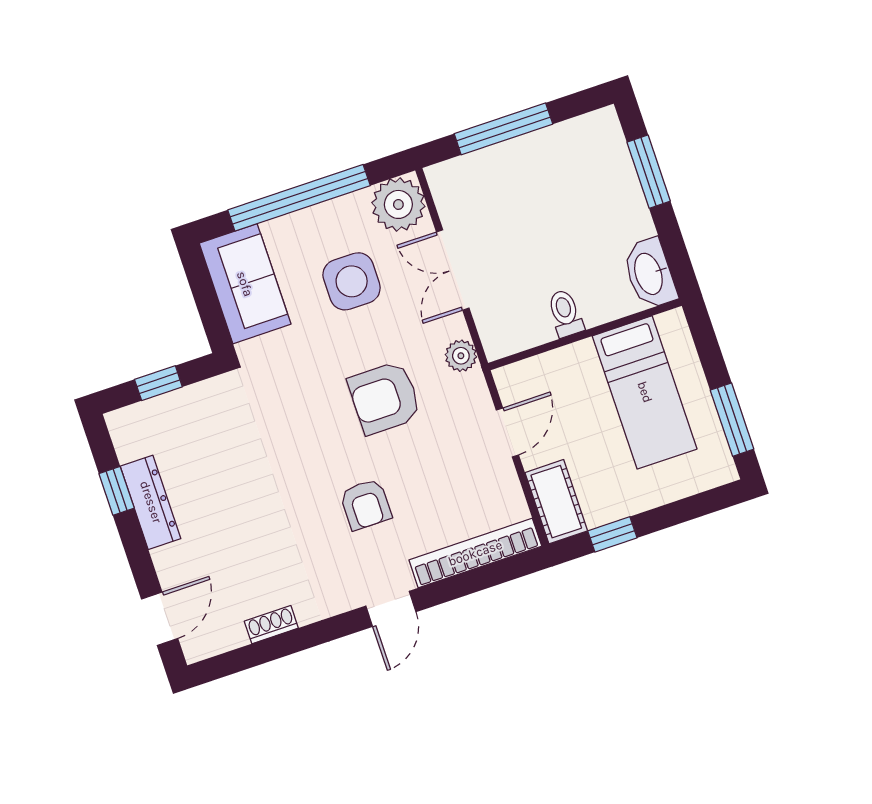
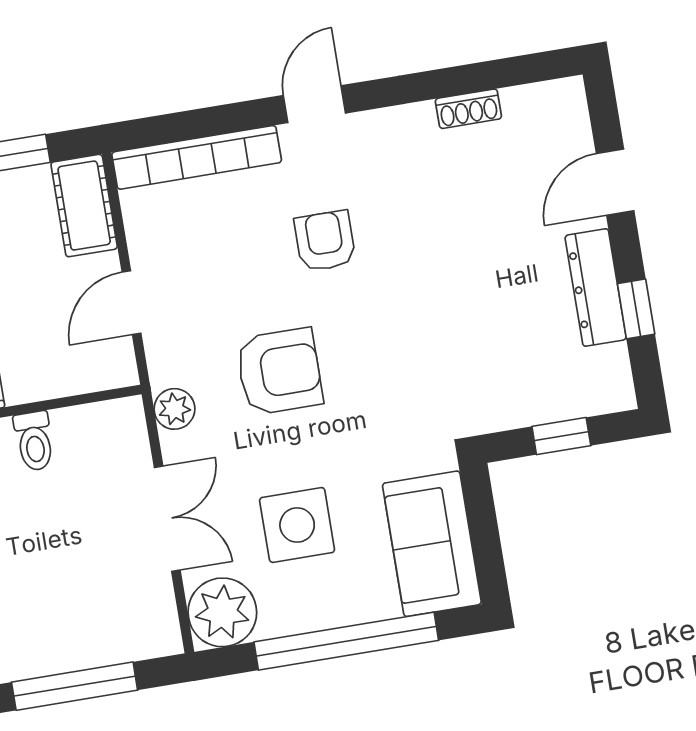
door: (160, 619) -> (615, 182), moved

